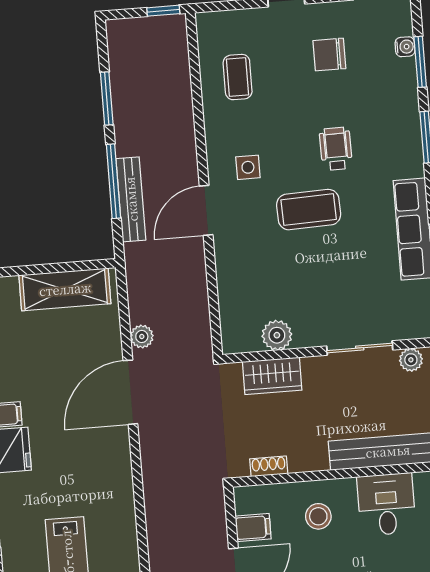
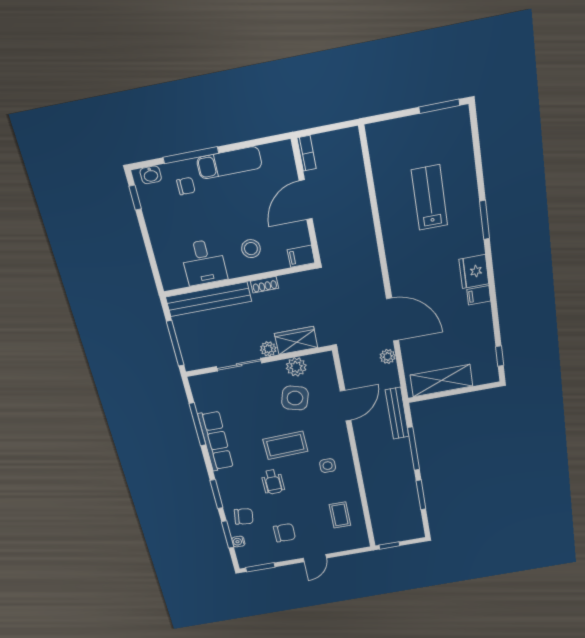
chair: (390, 92) -> (244, 516), added
bench: (131, 199) -> (397, 413), moved
door: (206, 210) -> (346, 406), moved
side table: (285, 286) -> (295, 398), added
plant: (411, 360) -> (268, 349), moved
door: (130, 392) -> (393, 319), hinge flipped
shoe rack: (269, 466) -> (265, 285), moved
filing cabinet: (253, 528) -> (301, 256), moved

